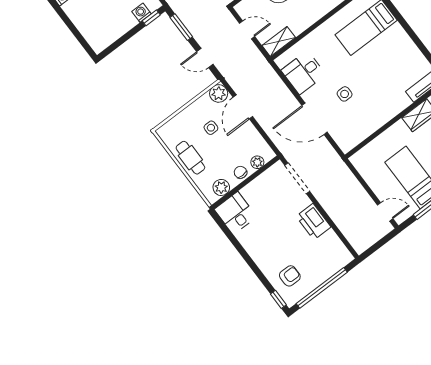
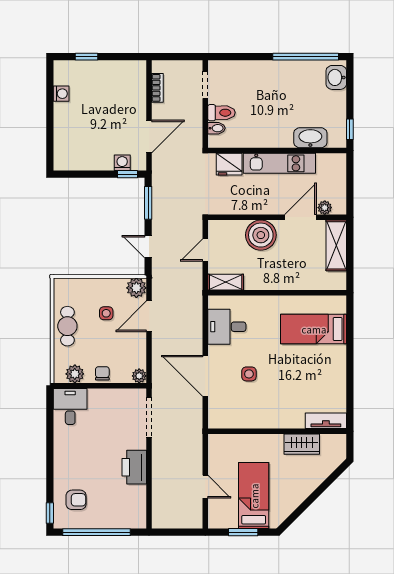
door: (247, 30) -> (205, 250), swing flipped
plant: (257, 162) -> (139, 376), moved
door: (385, 212) -> (205, 487), moved

